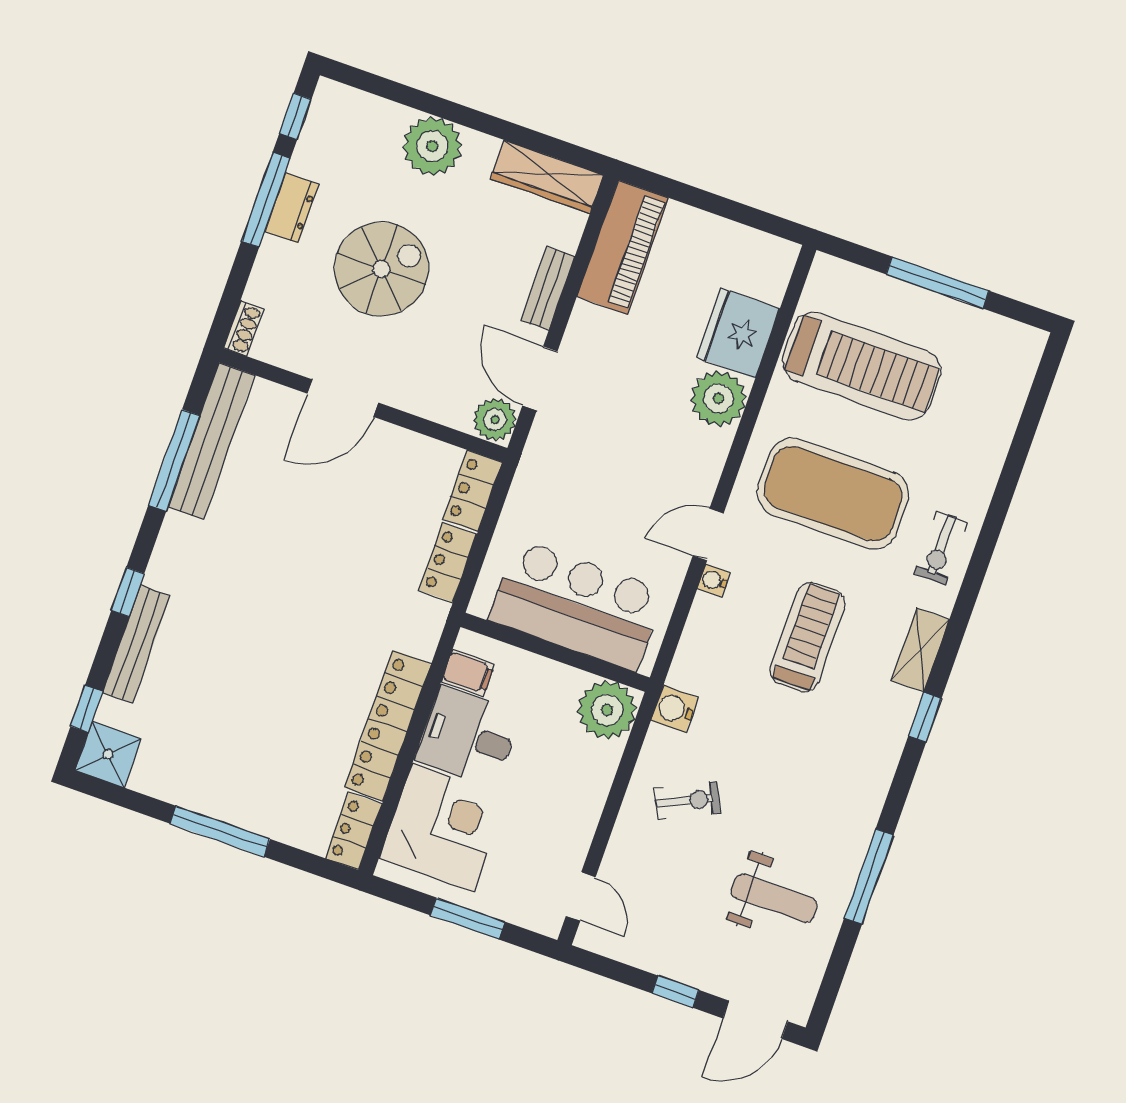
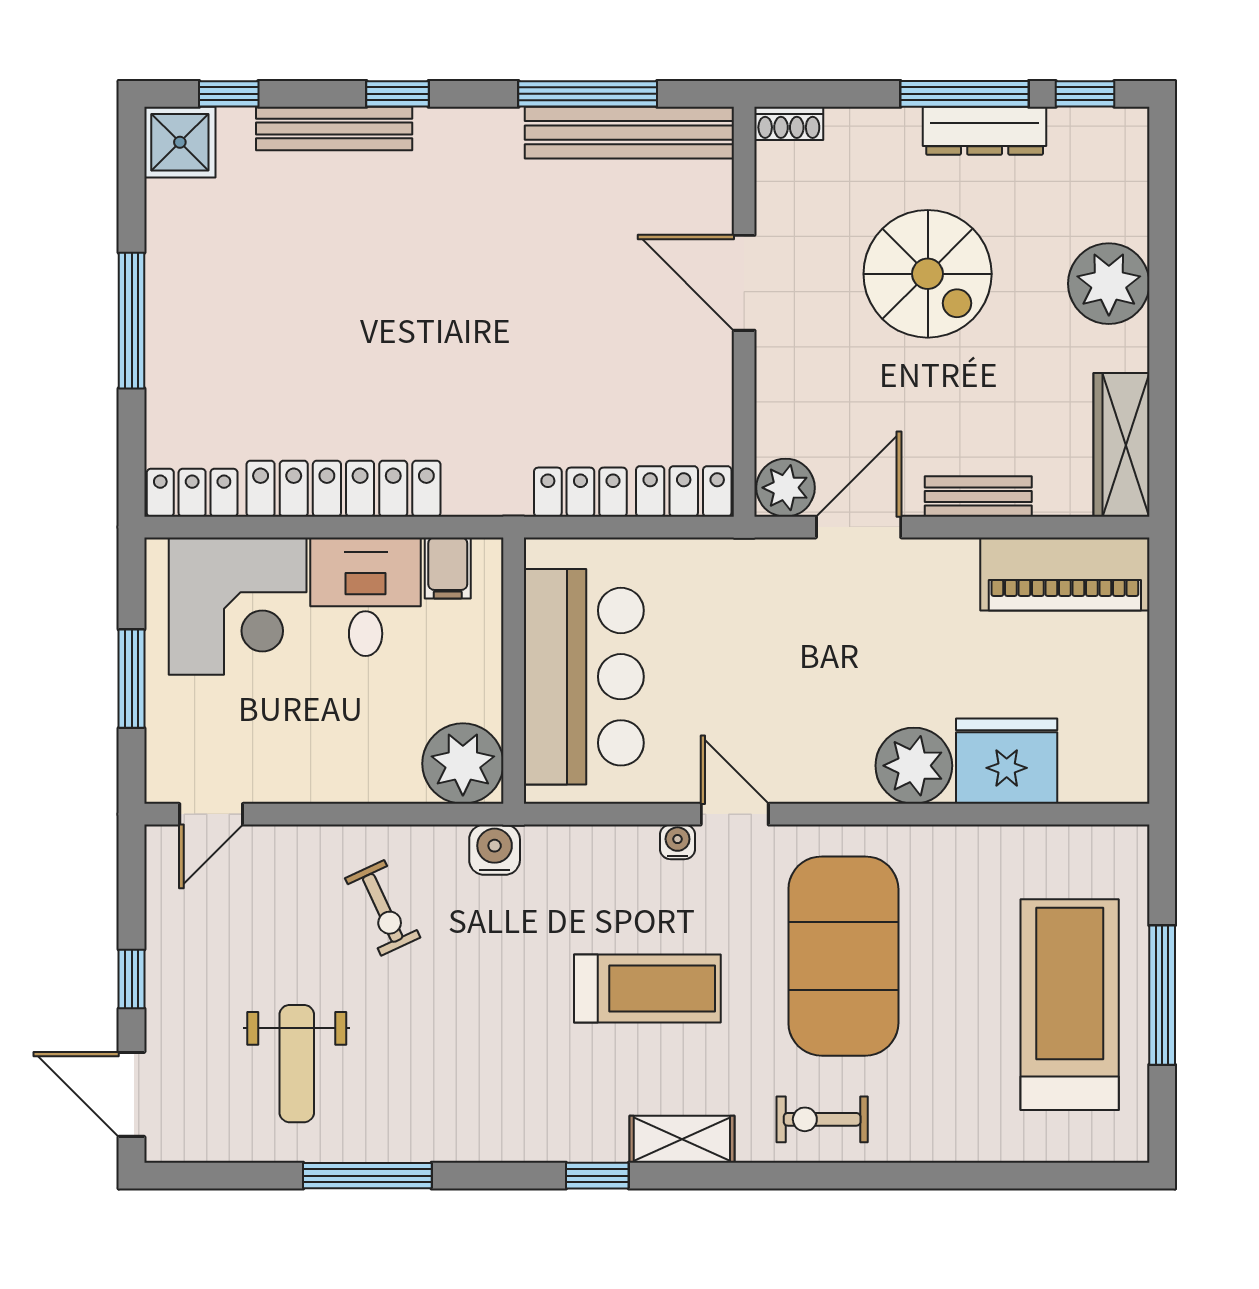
dresser: (292, 208) -> (985, 131), width x1.44
treadmill: (862, 366) -> (1070, 1005), moved, turned 180

